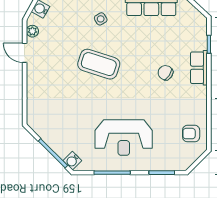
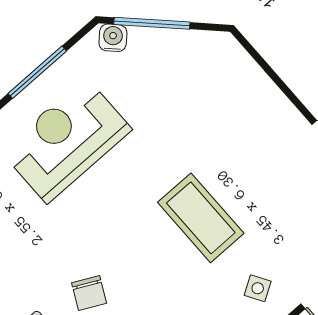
coffee table: (99, 64) -> (201, 218), turned 72
chair: (165, 73) -> (89, 293), turned 83

